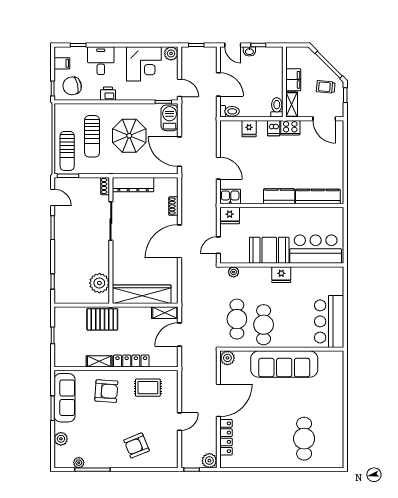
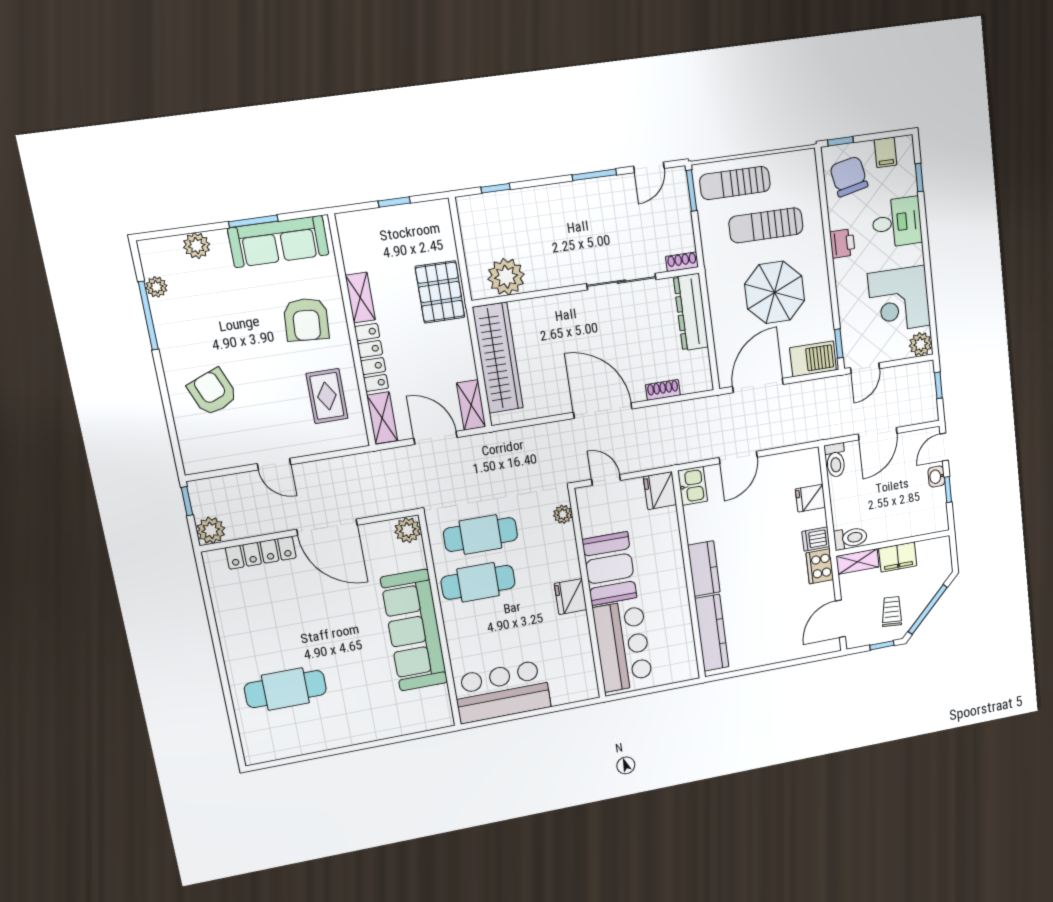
shelving: (164, 361) -> (382, 418), added

